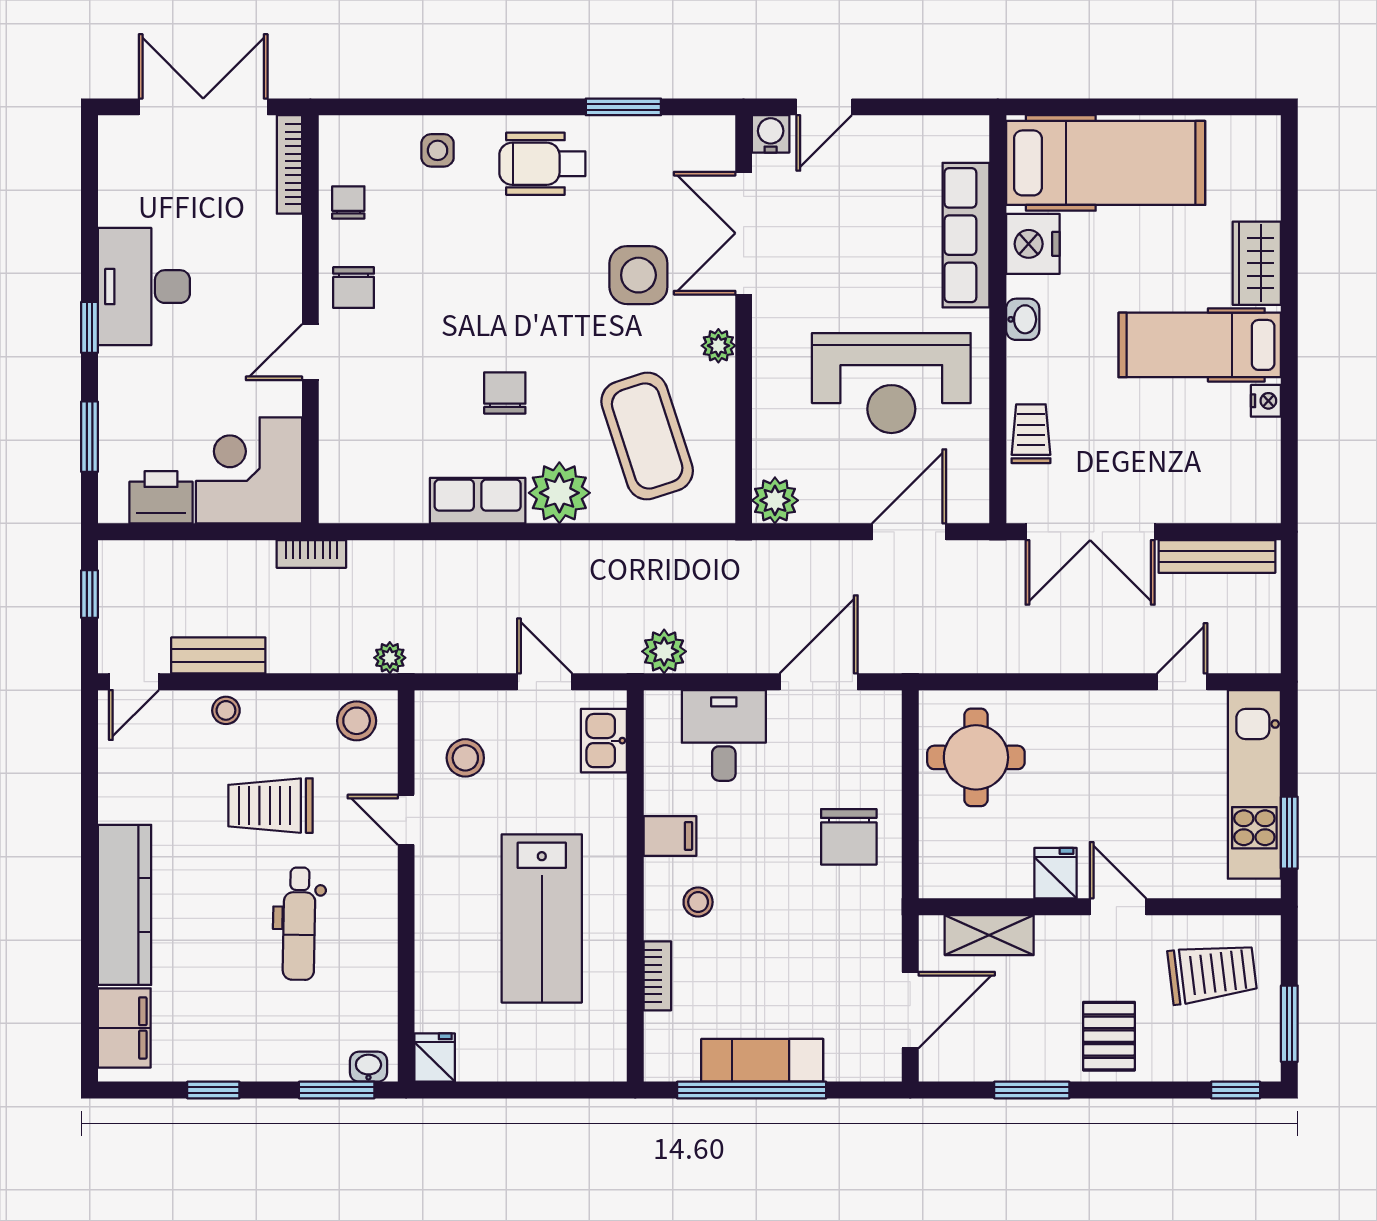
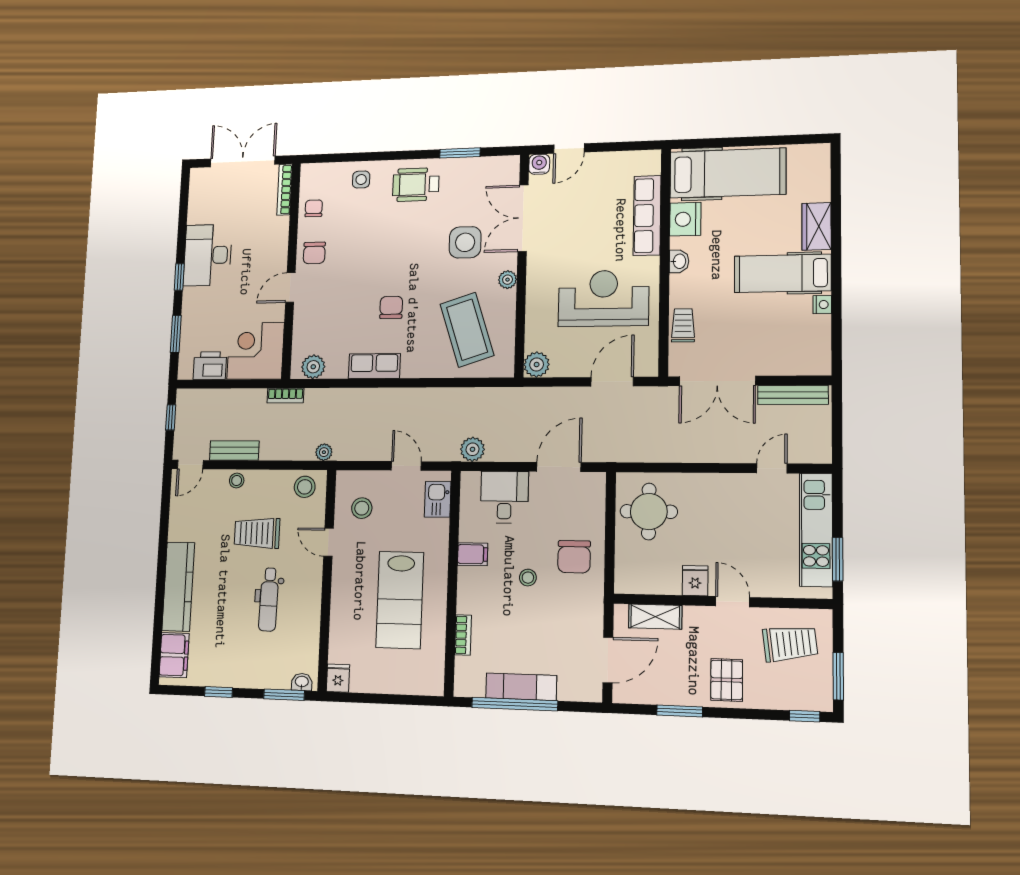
reception desk: (891, 383) -> (603, 298), turned 180
plant: (559, 493) -> (313, 367), moved, width x0.73, depth x0.73
stool: (698, 902) -> (528, 578), moved

